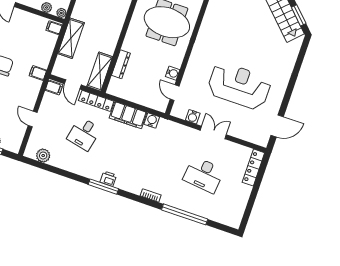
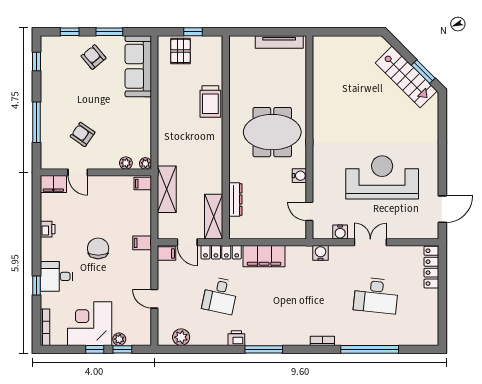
water cooler: (173, 73) -> (299, 176), moved
water cooler: (152, 120) -> (321, 253), moved
printer: (108, 179) -> (236, 338), moved

